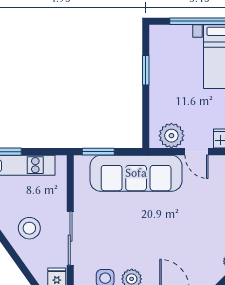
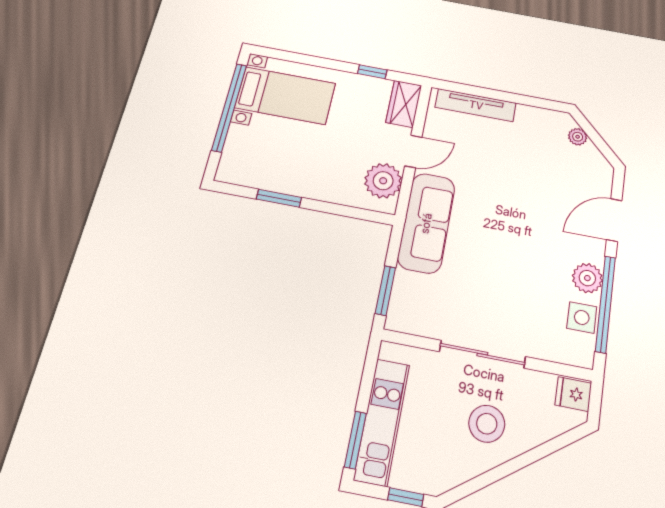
sofa: (136, 173) -> (426, 223), width x0.74, depth x0.79
sliding door: (70, 238) -> (482, 354), moved

